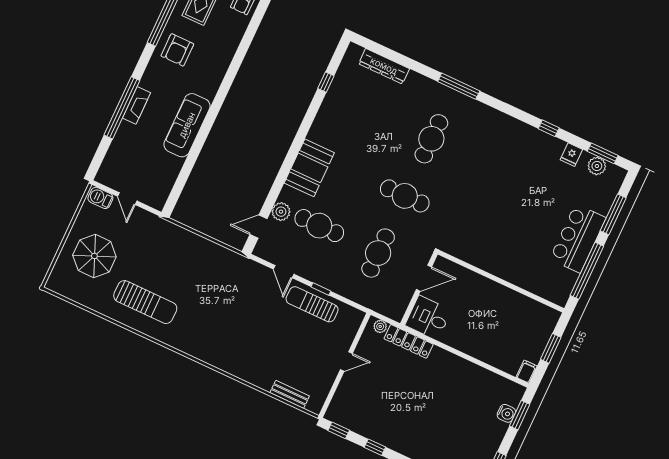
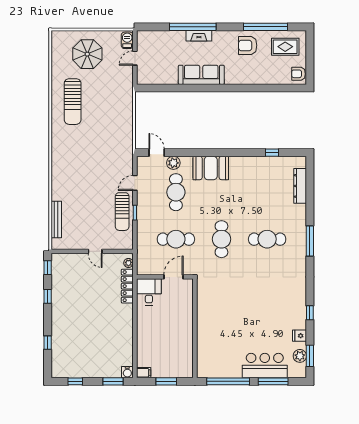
bar counter: (578, 238) -> (265, 366), moved
door: (424, 278) -> (173, 277), swing flipped
sun lounger: (312, 304) -> (122, 212), turned 180
bench: (290, 394) -> (56, 219), width x1.36
water cooler: (506, 413) -> (127, 372), moved

